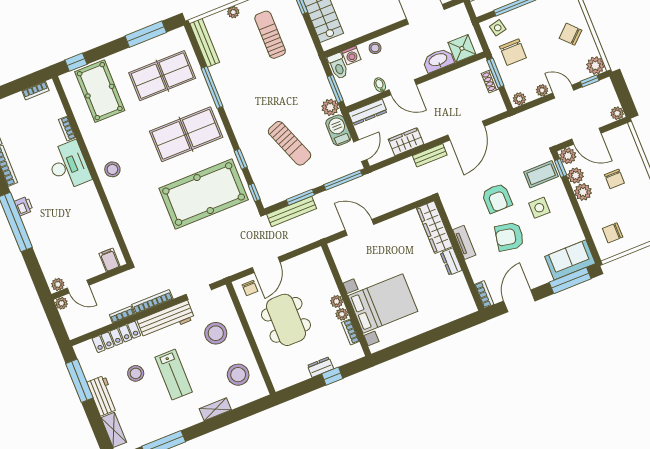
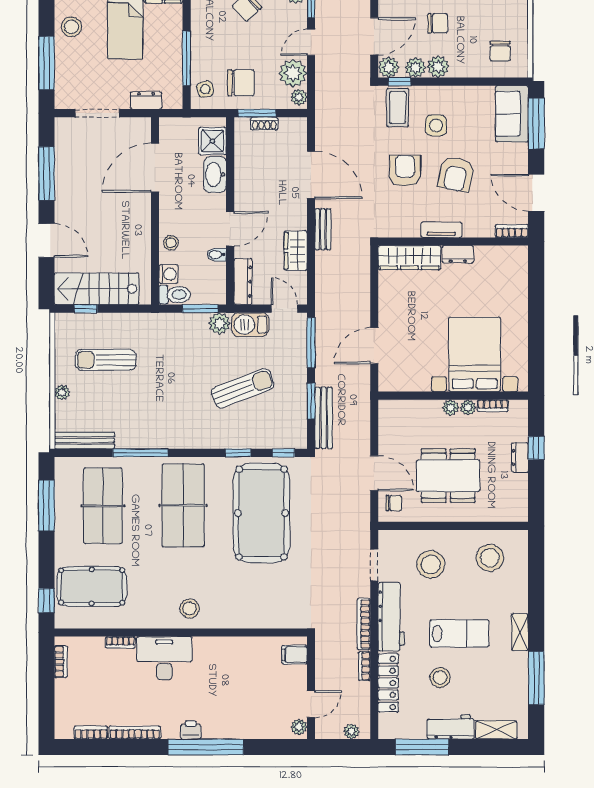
plant: (542, 90) -> (293, 73), width x1.87, depth x1.87
armchair: (497, 198) -> (405, 171), turned -90
plant: (62, 303) -> (351, 731), moved
shelving: (215, 409) -> (520, 632), moved

